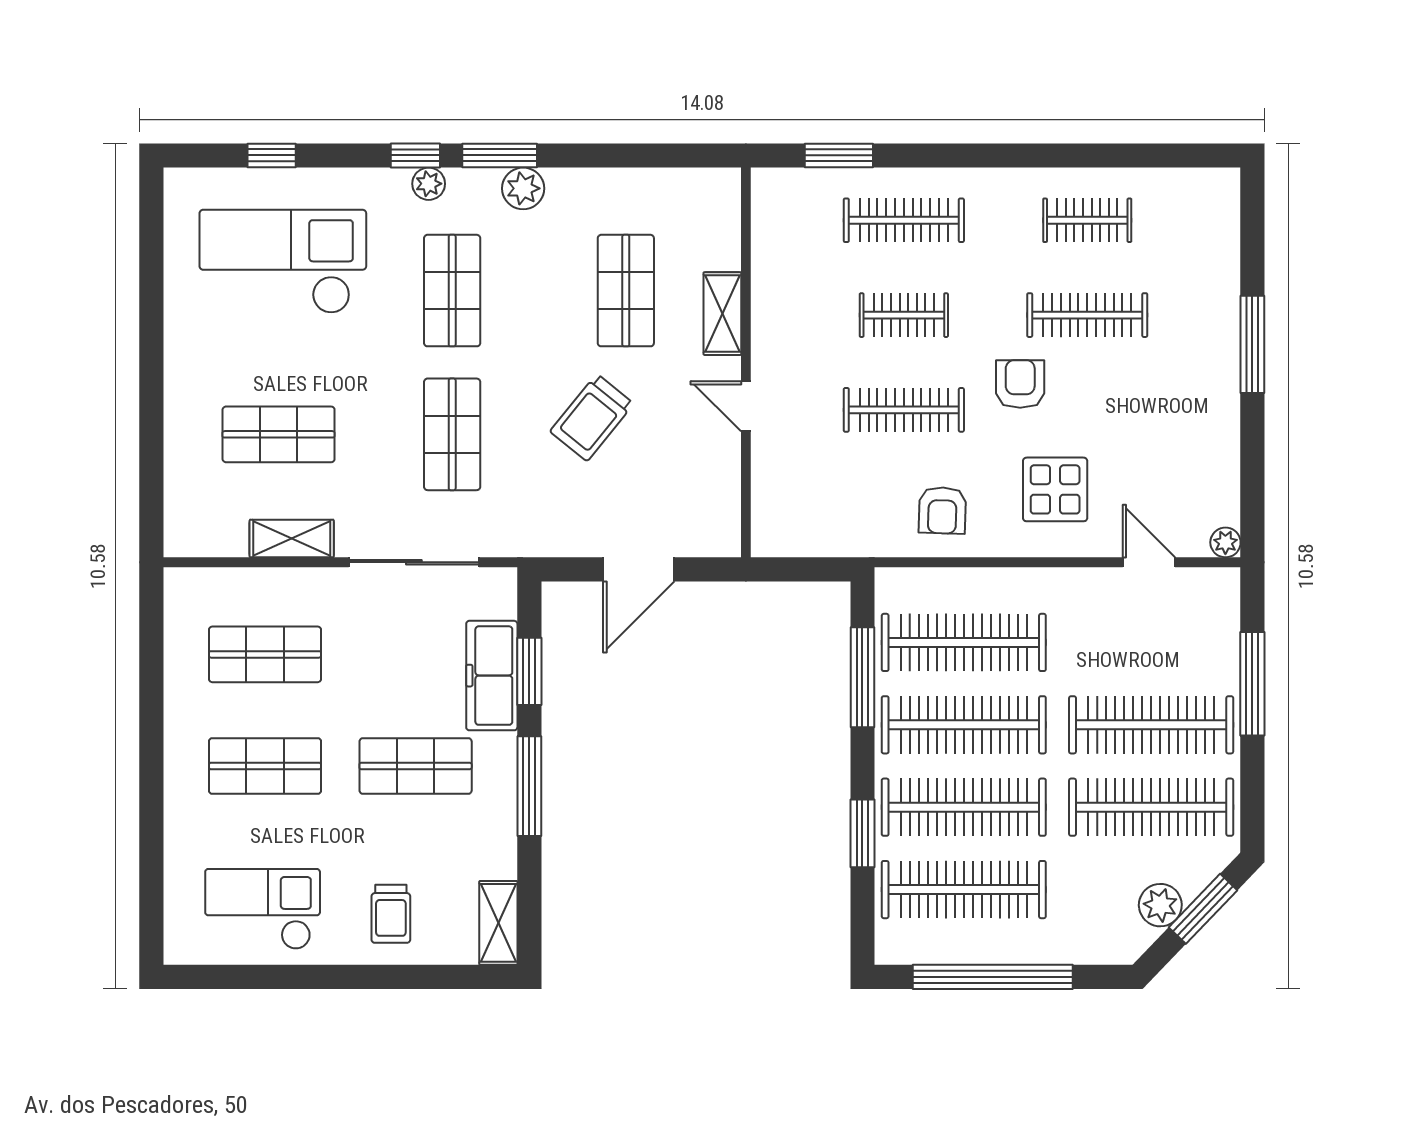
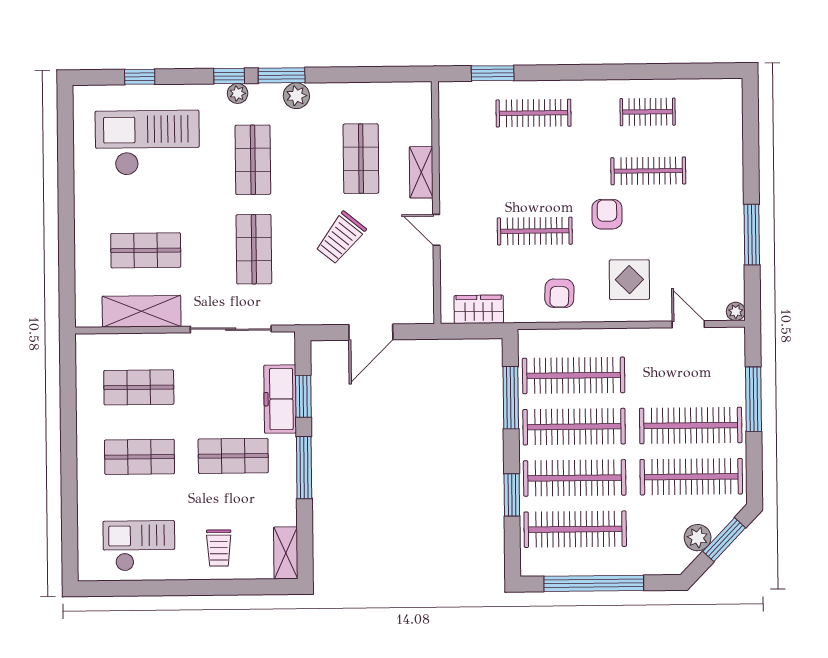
clothes rail: (904, 315) -> (534, 172), removed
window: (1252, 344) -> (752, 235), moved
wardrobe: (813, 535) -> (479, 309), added
shelving: (292, 539) -> (142, 311), width x1.50, depth x1.33

